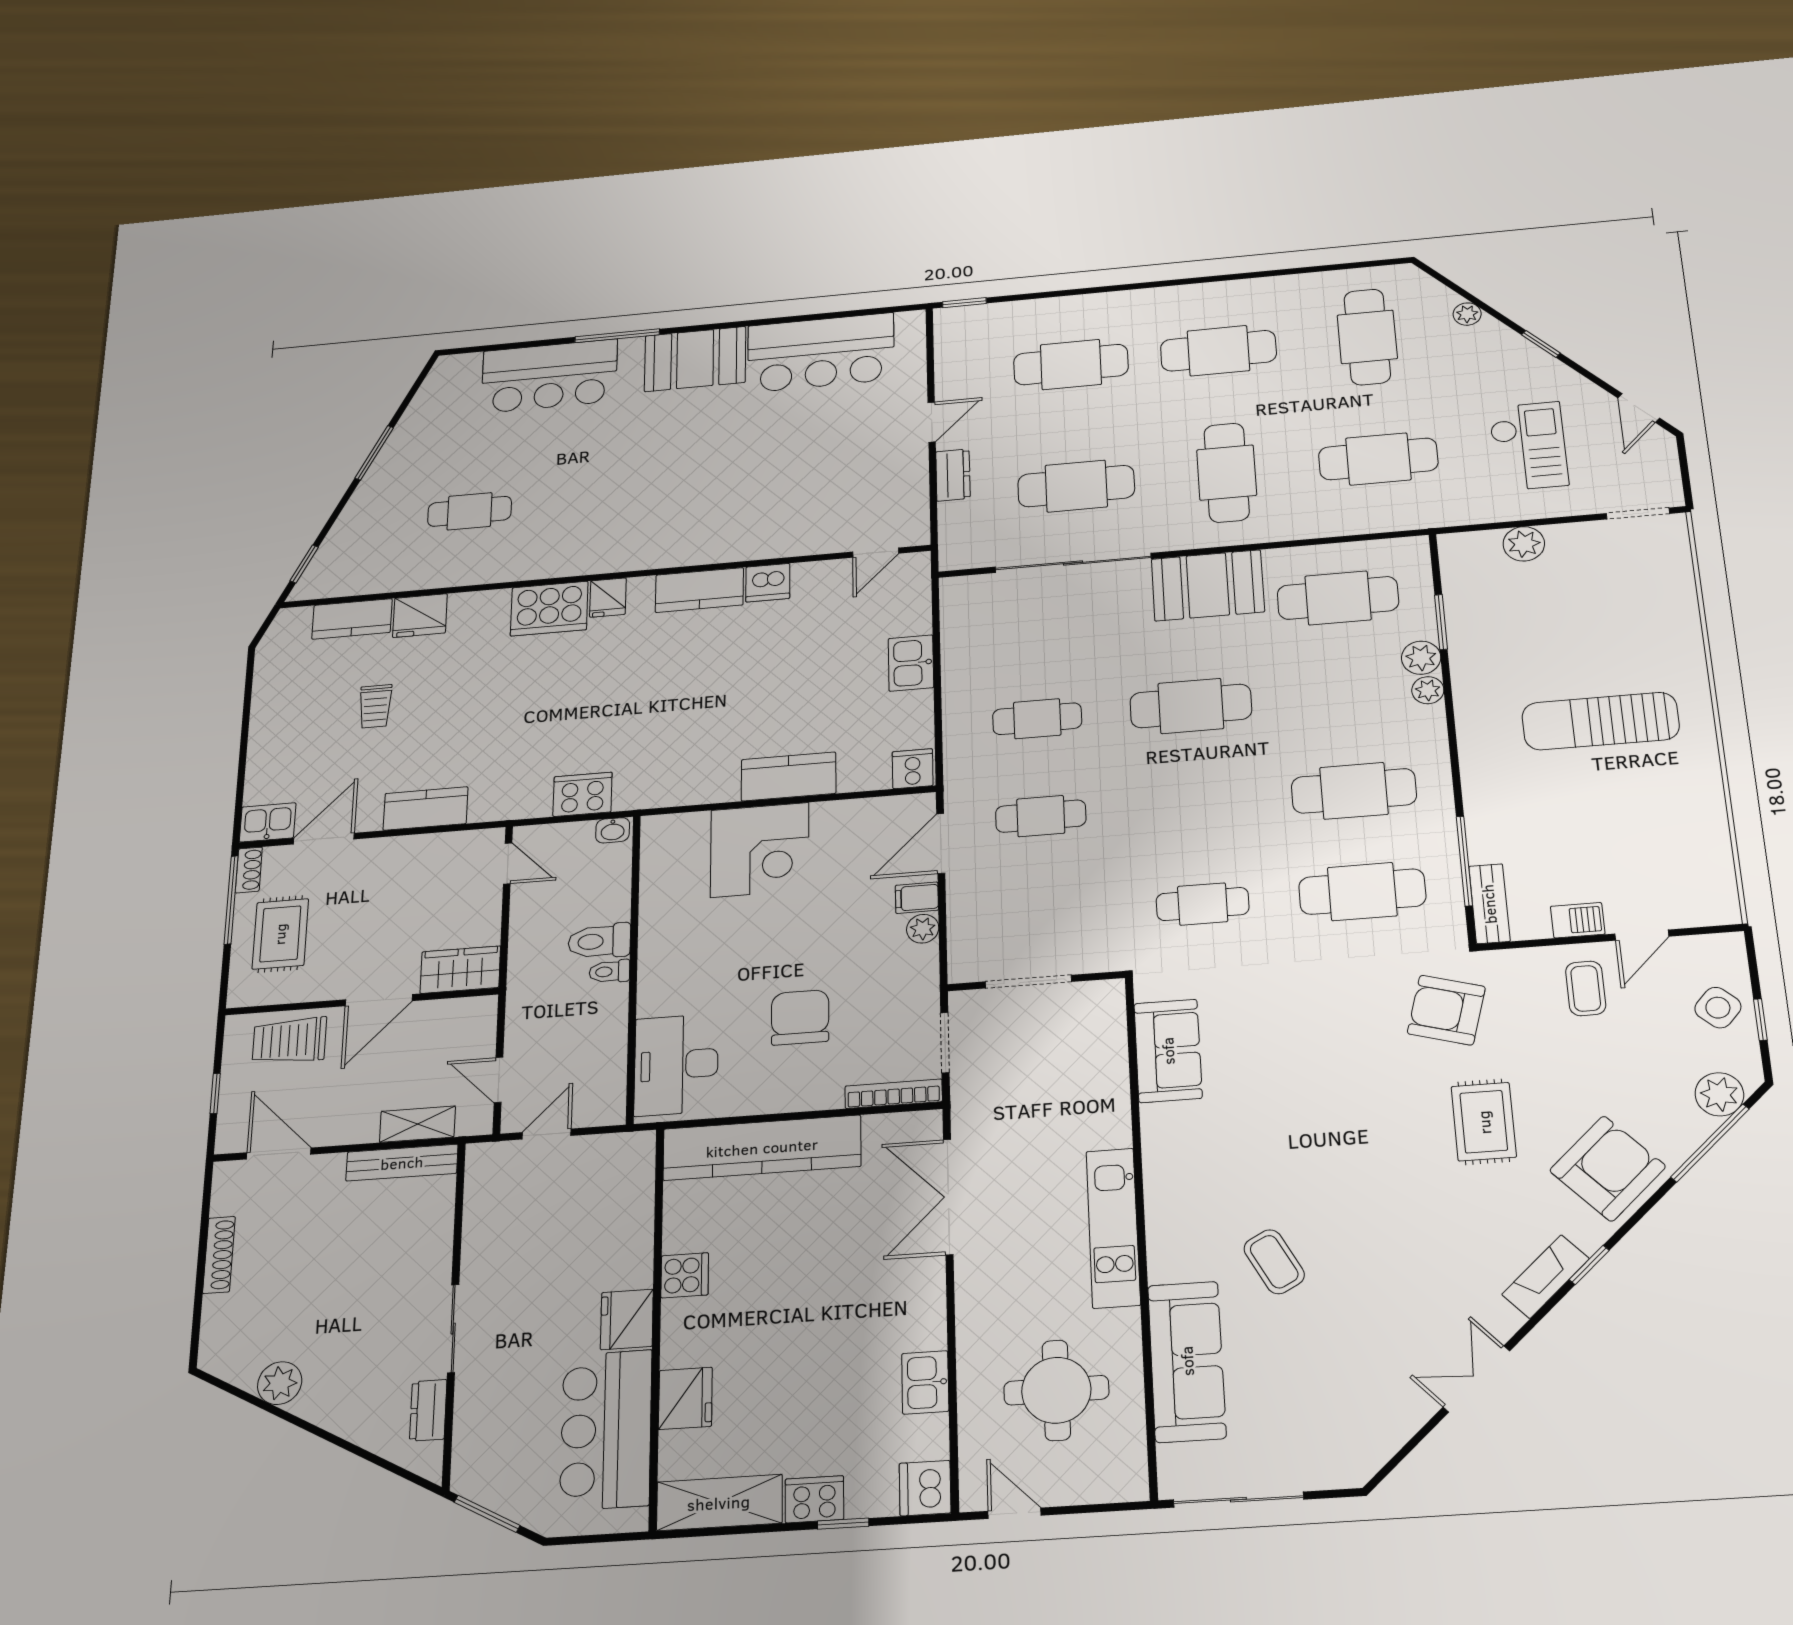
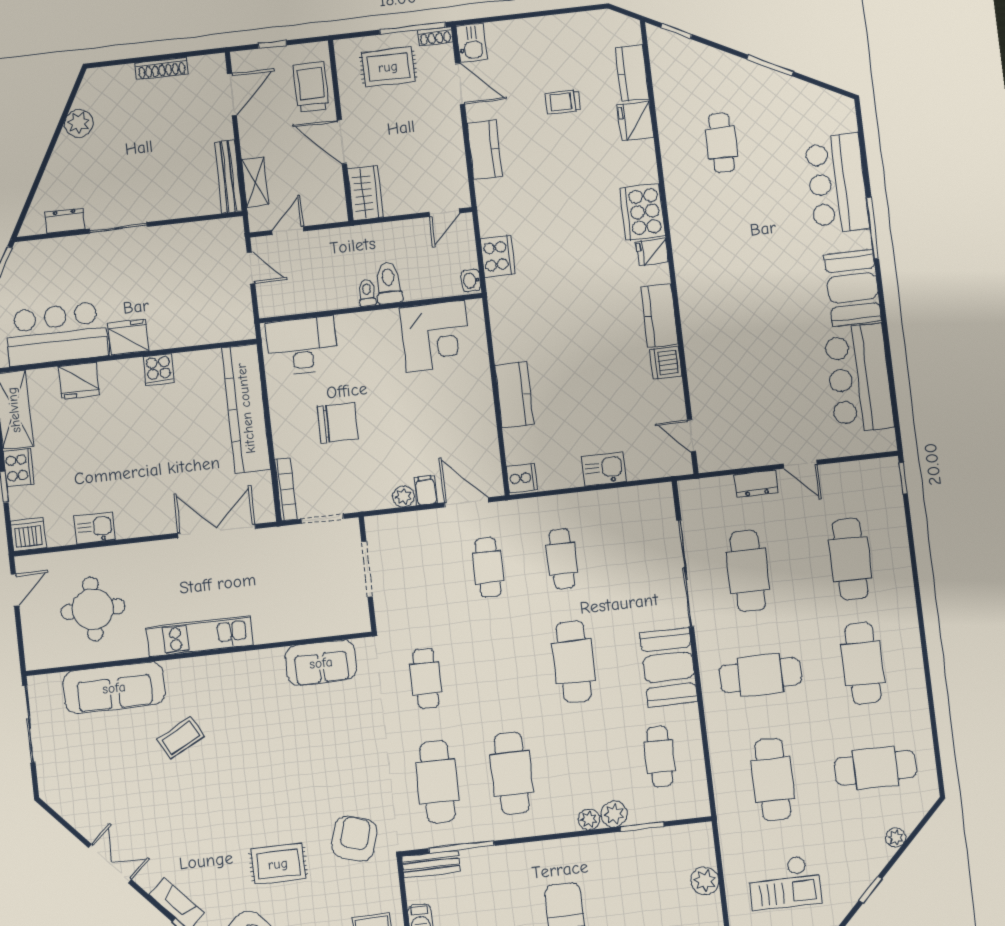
cafe table: (1338, 598) -> (660, 756), width x0.73, depth x0.74
corner desk: (760, 850) -> (435, 336), moved, turned -90

